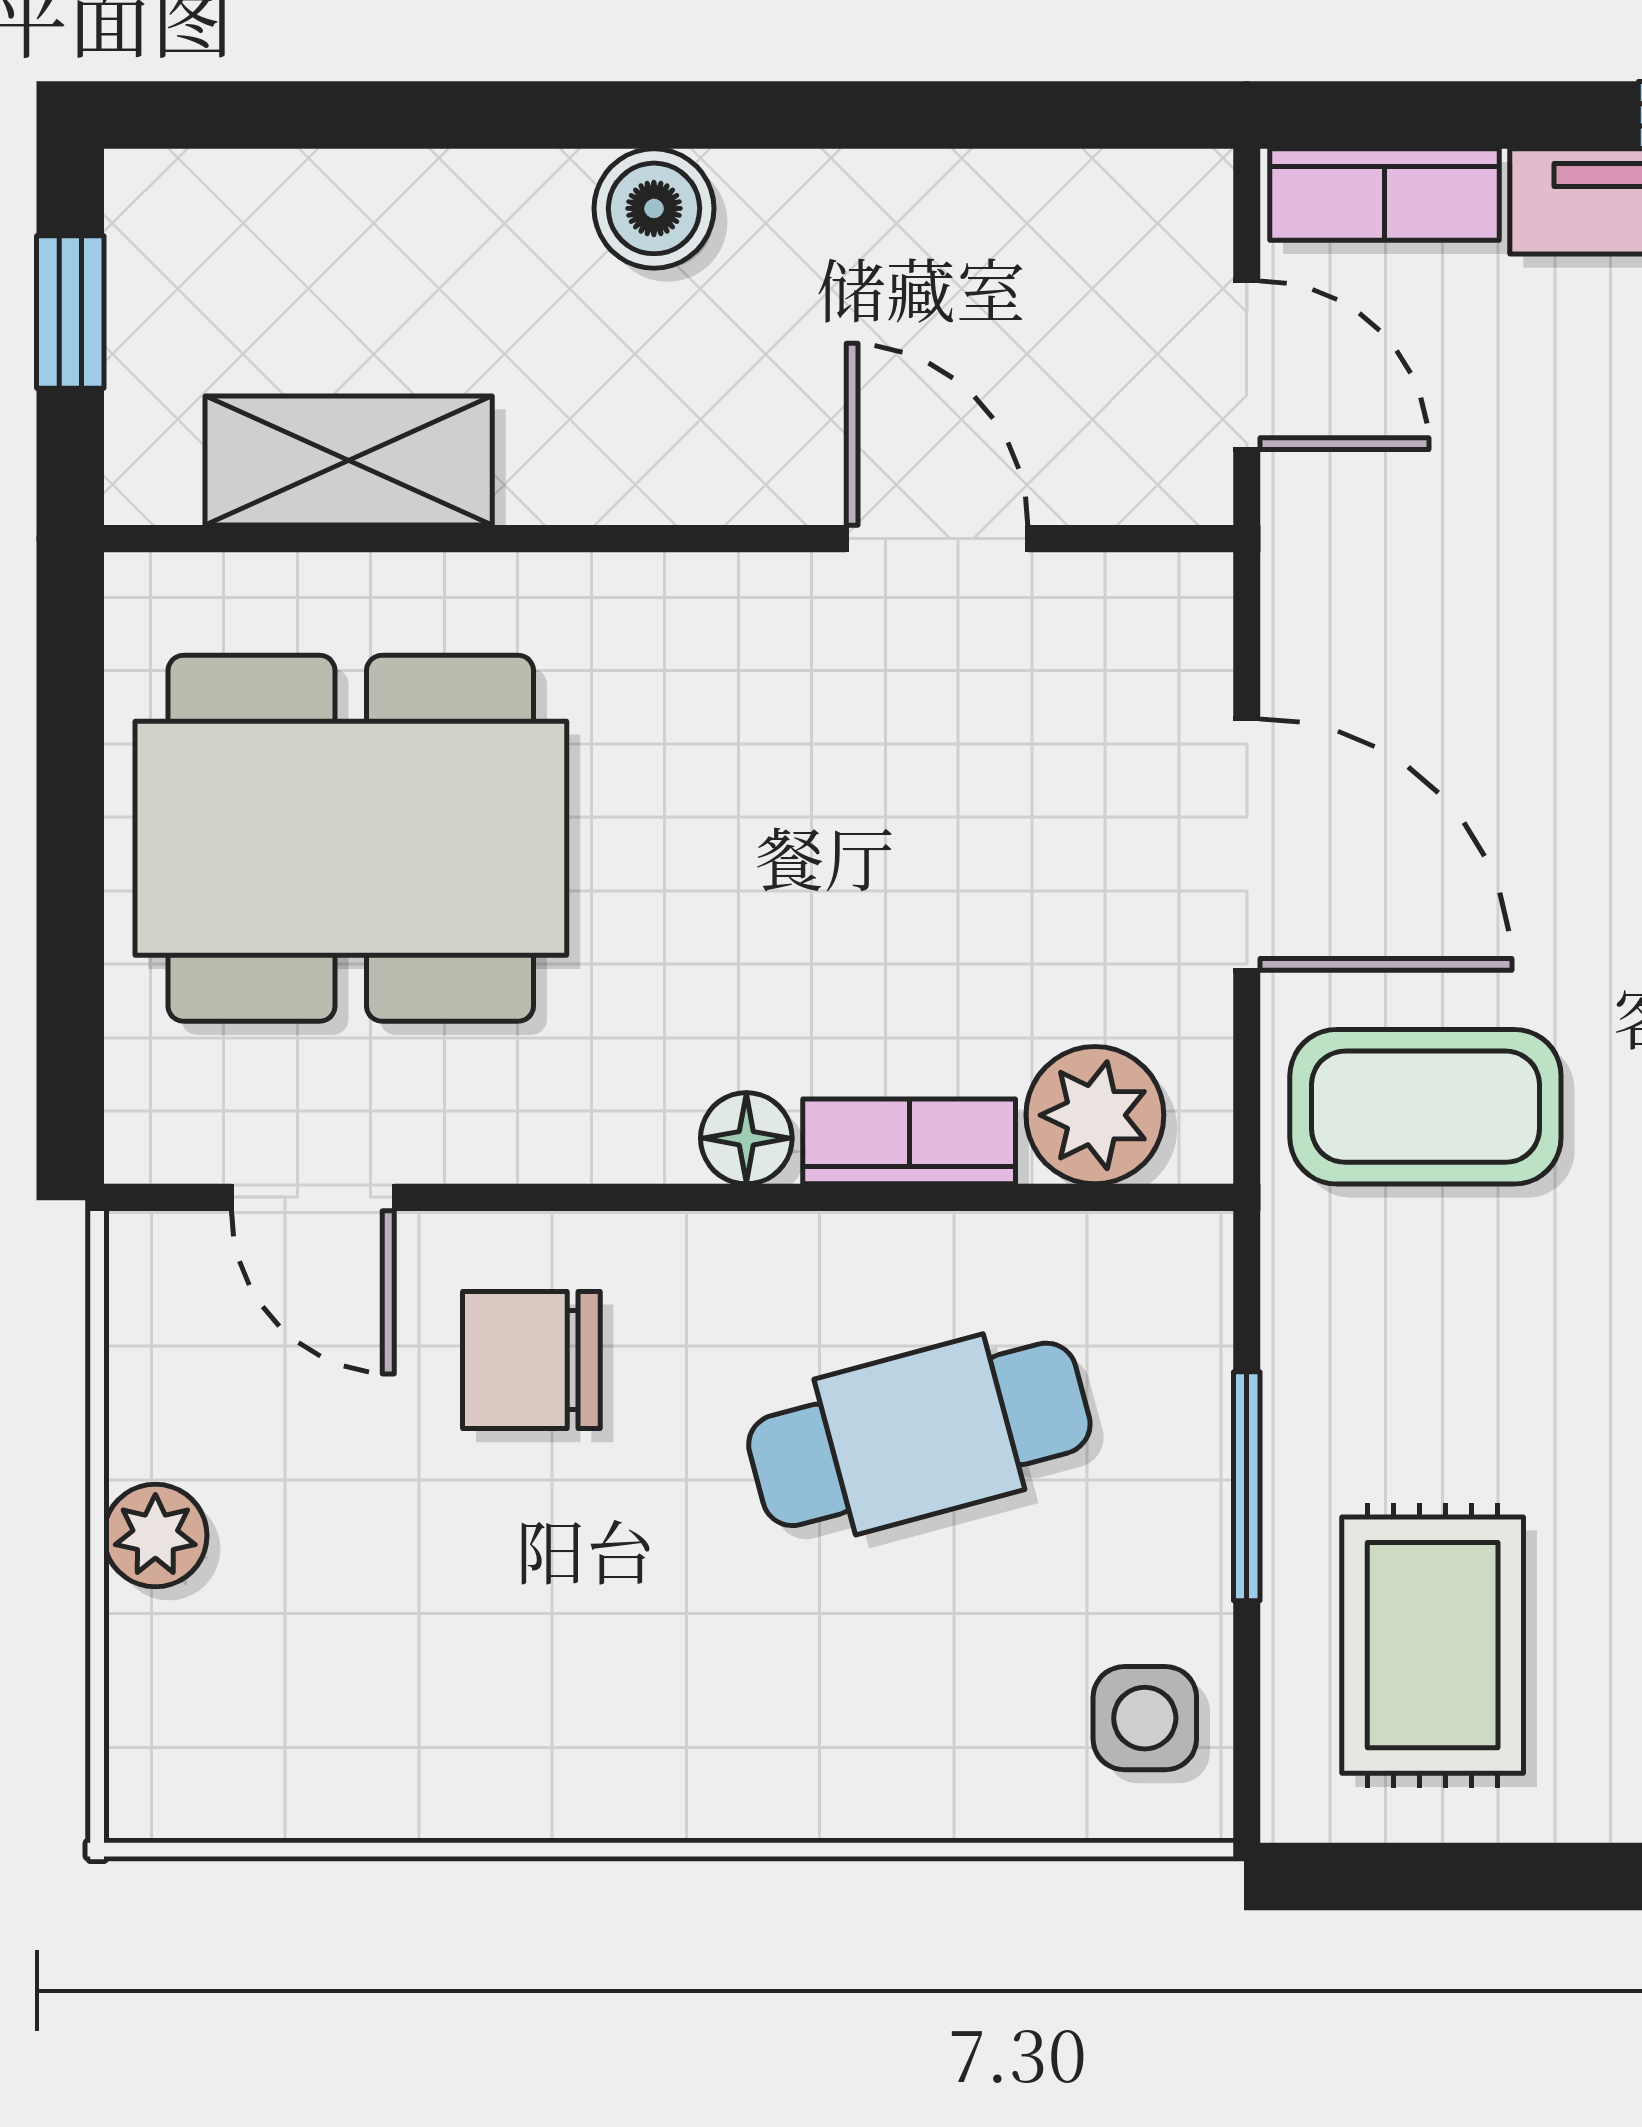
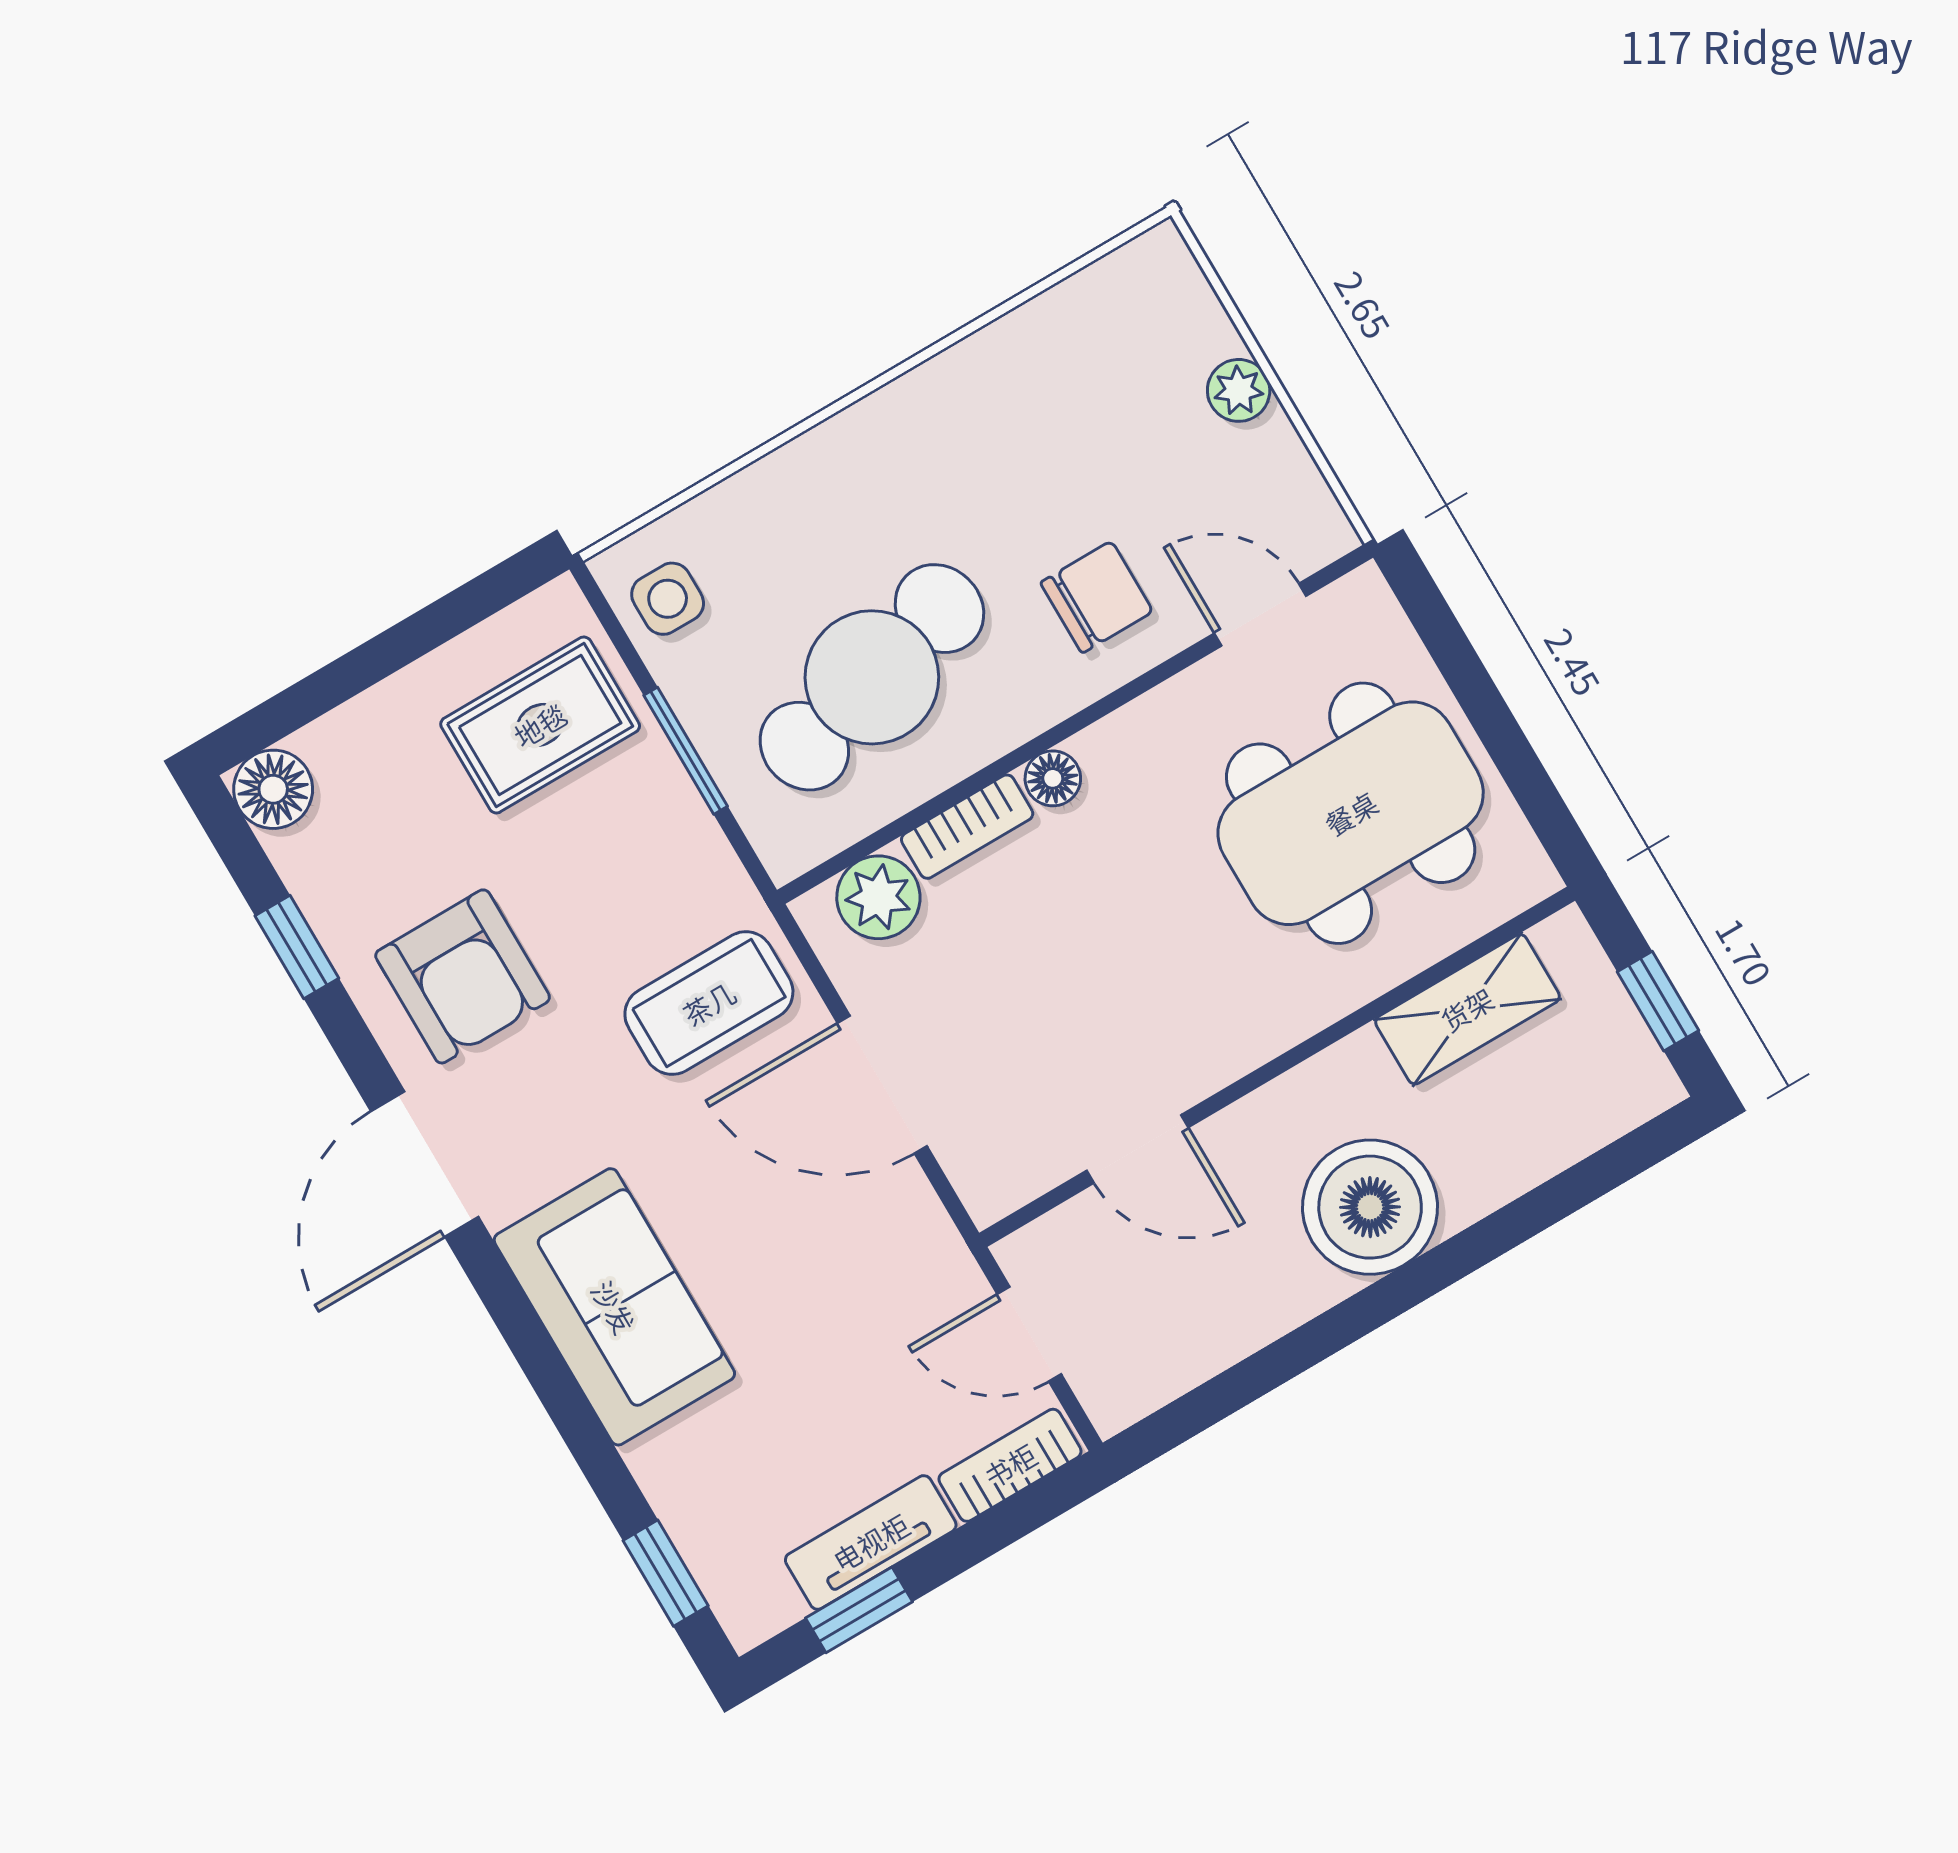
boiler: (654, 208) -> (1370, 1207), width x1.86, depth x1.86
cafe table: (919, 1434) -> (872, 677), width x1.37, depth x1.35
rug: (1433, 1645) -> (540, 725), turned 90

